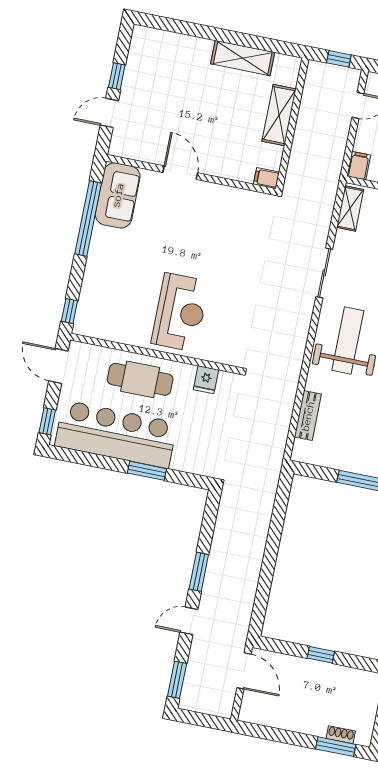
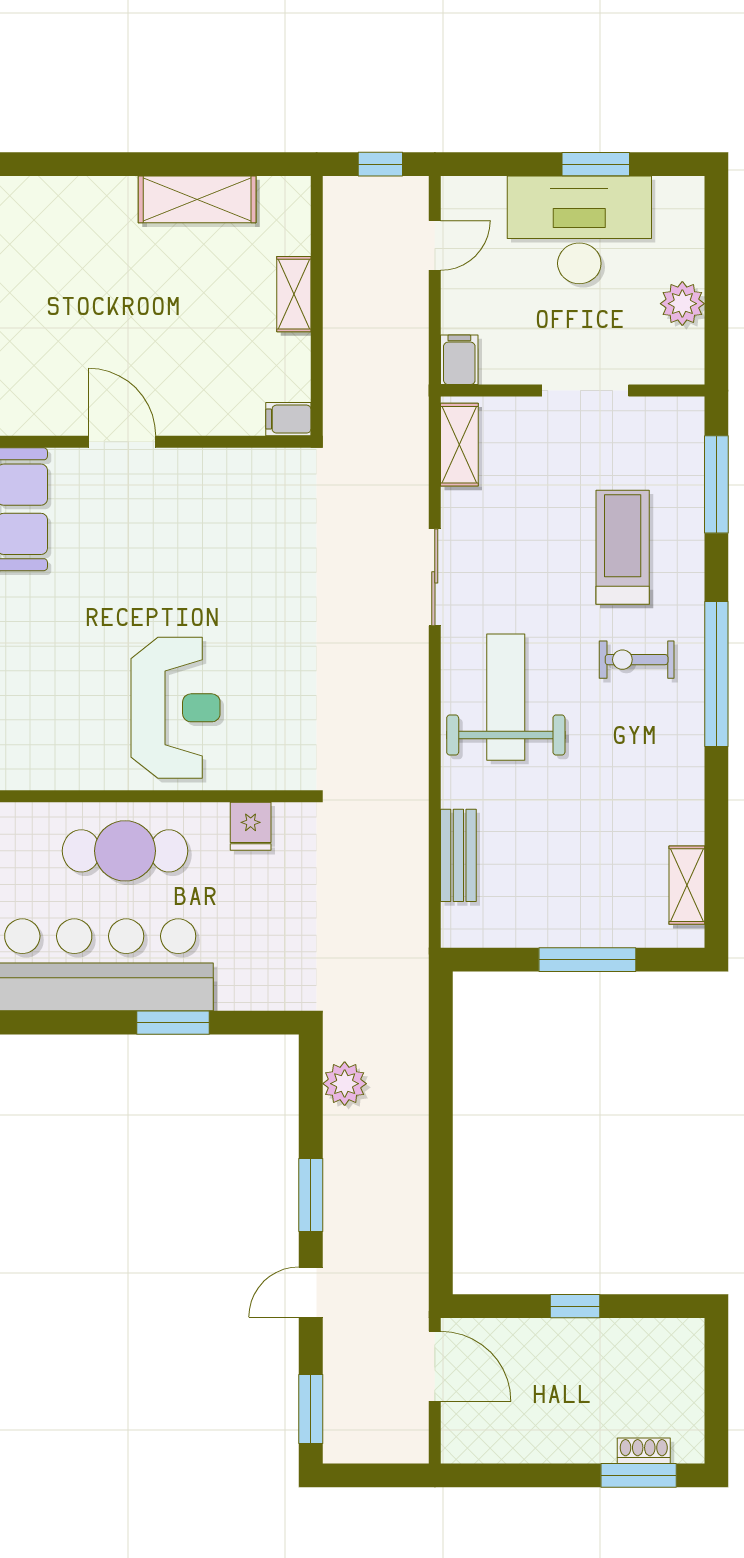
shelving: (279, 115) -> (294, 294), width x0.67, depth x0.75
plant: (227, 519) -> (345, 1084), added

